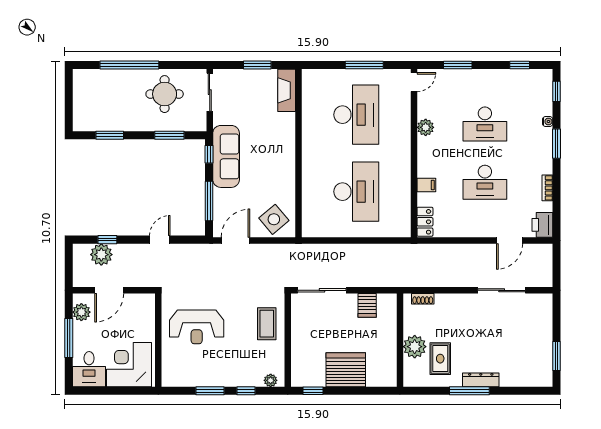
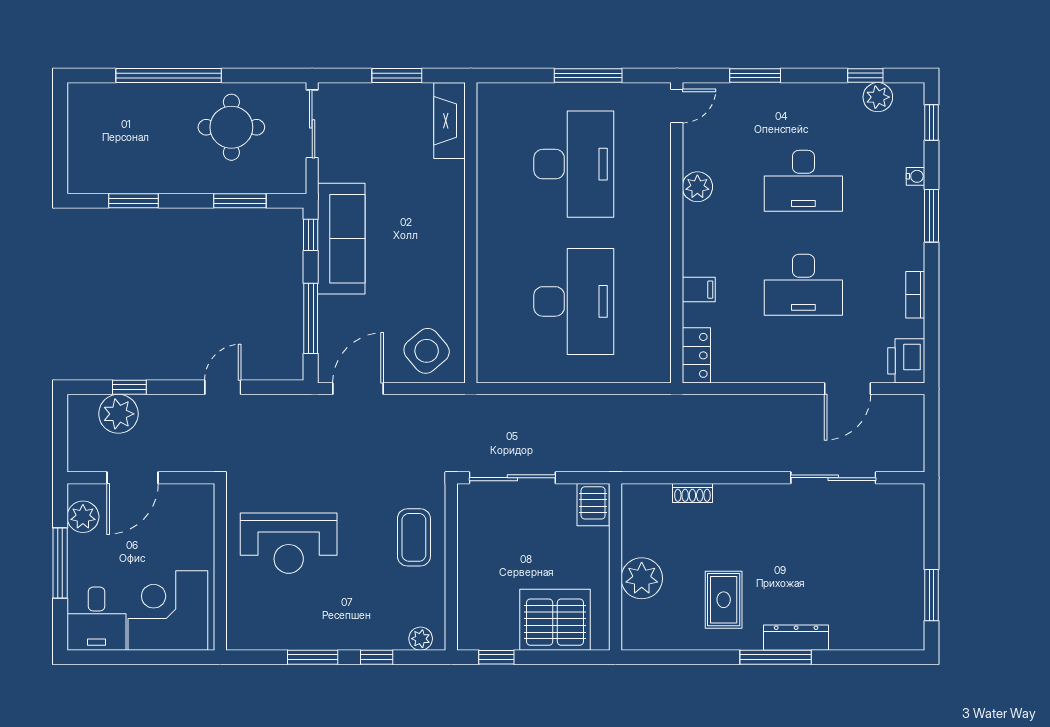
plant: (527, 77) -> (878, 97), added
wall: (400, 340) -> (616, 567), moved
plant: (415, 347) -> (642, 578), moved

